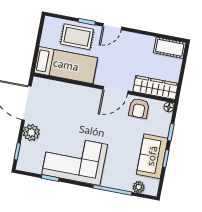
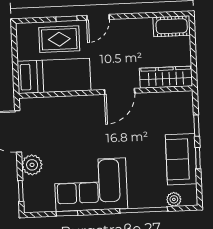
floor lamp: (169, 107) -> (187, 96), removed
armchair: (139, 108) -> (152, 106), removed

